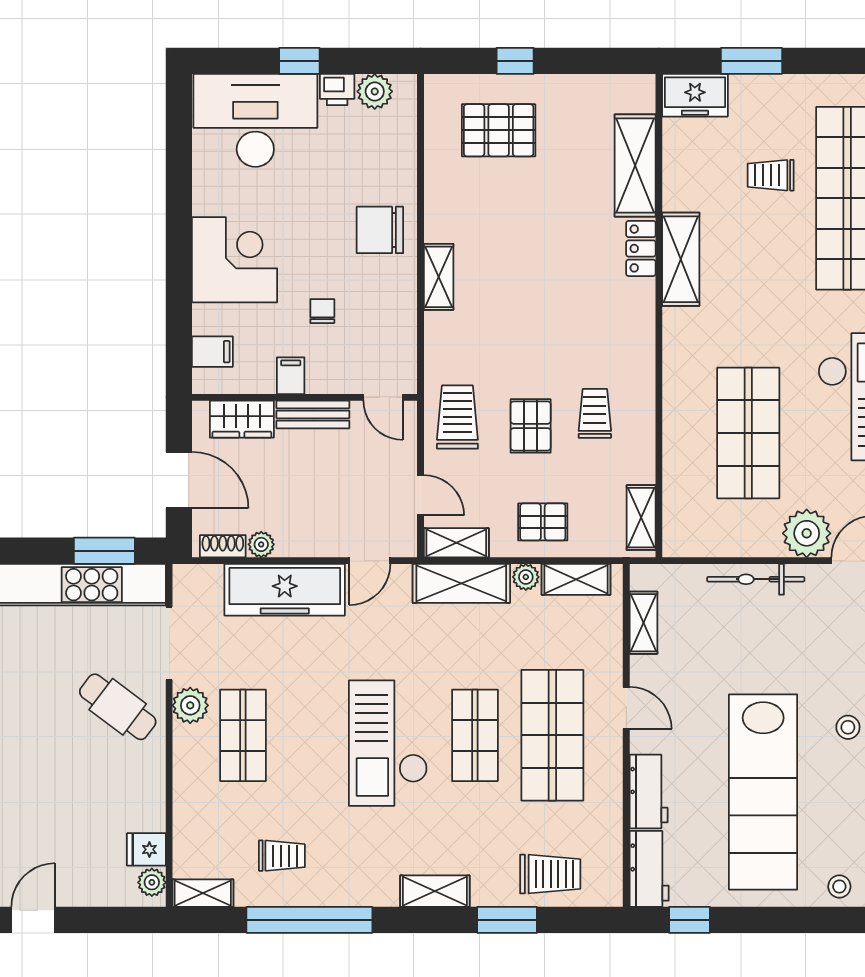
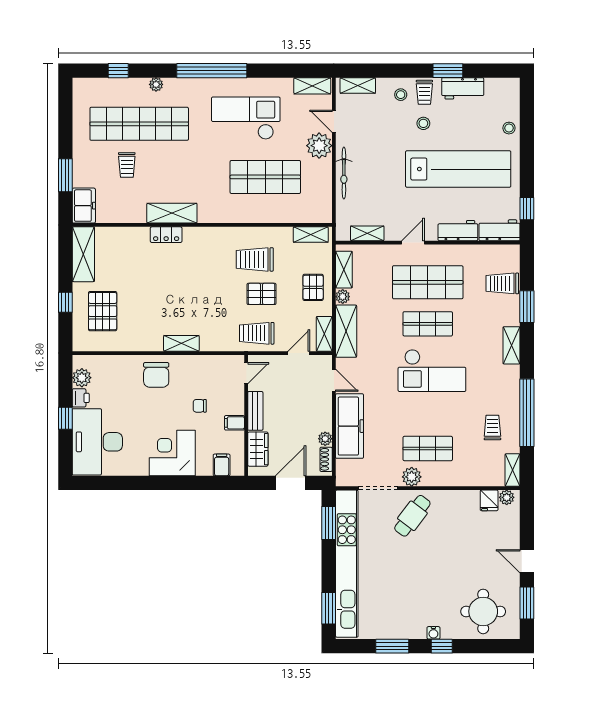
shelving: (635, 166) -> (83, 254), moved, turned 90
trolley: (595, 413) -> (255, 259), width x1.36, depth x1.39
trolley: (550, 874) -> (502, 283), turned -90

